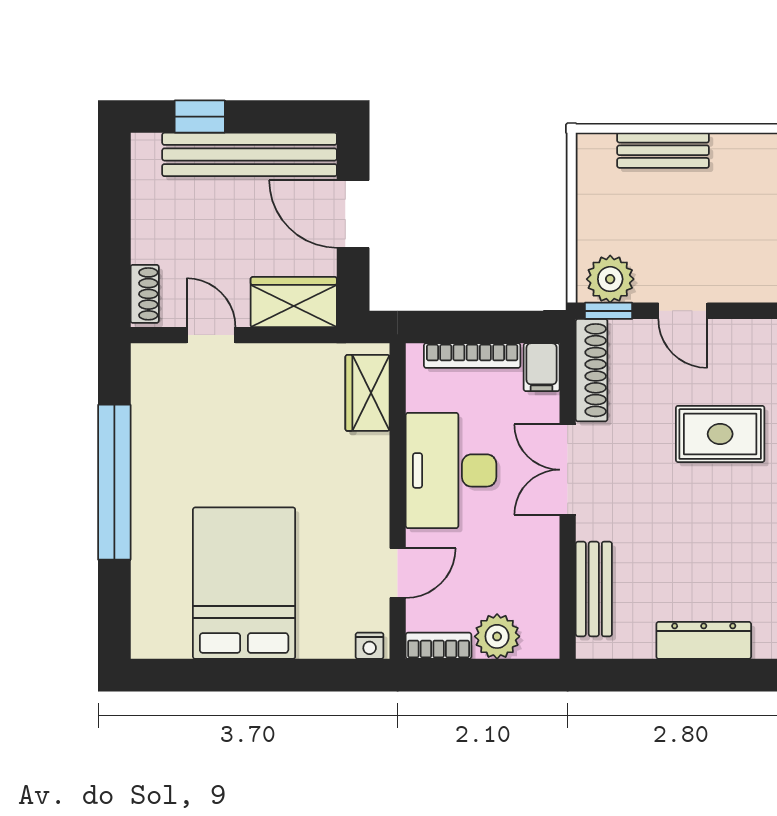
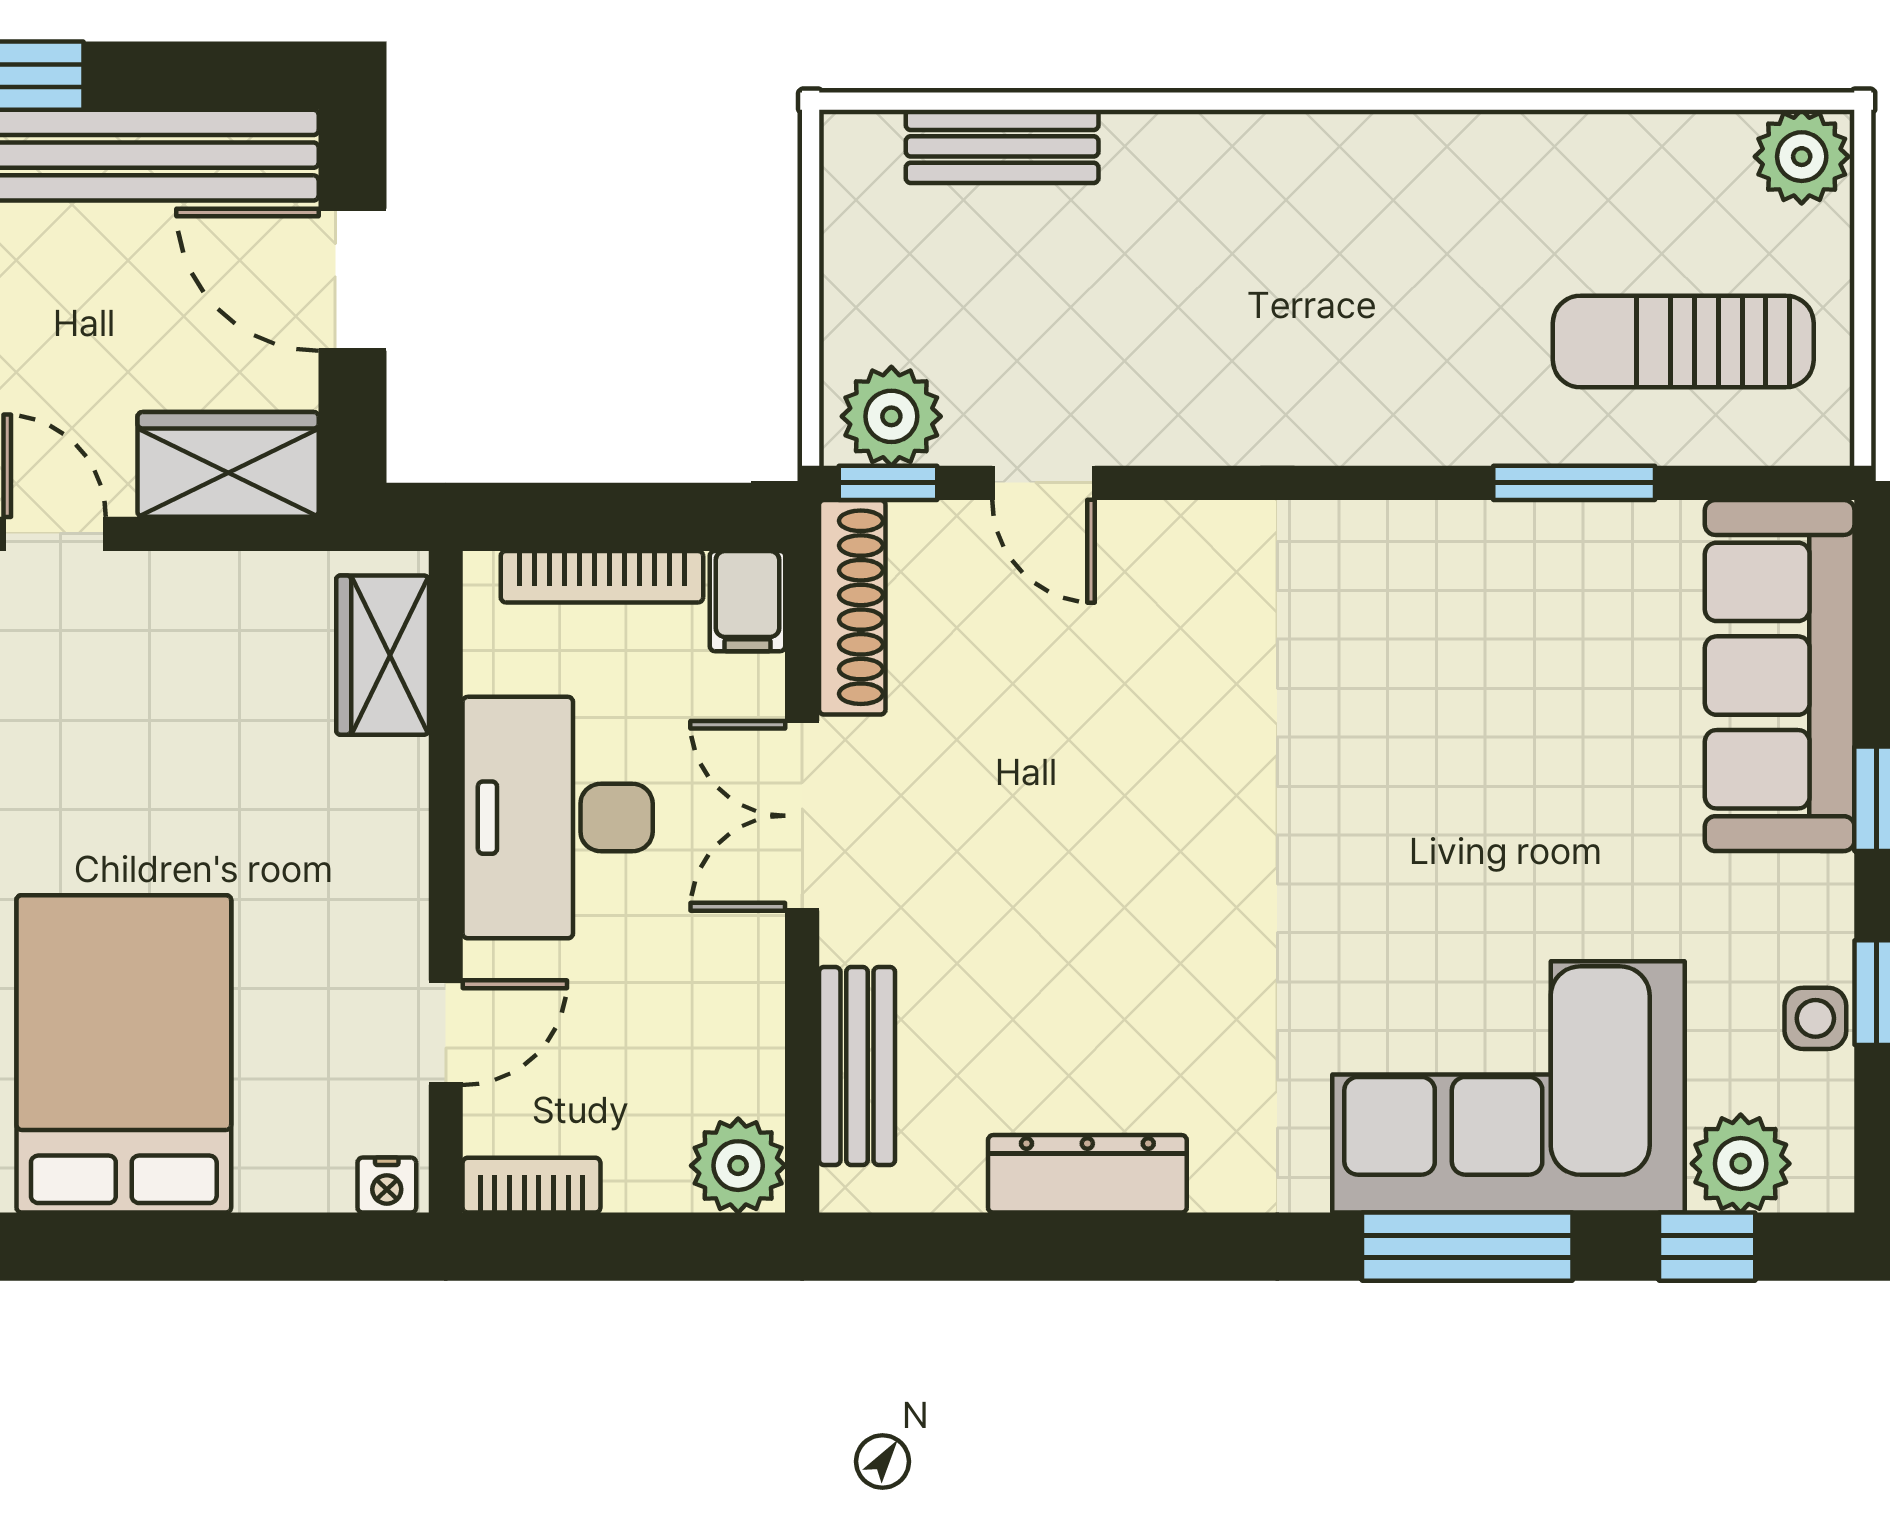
rug: (720, 434) -> (1122, 741), removed
plant: (497, 636) -> (738, 1166), moved

